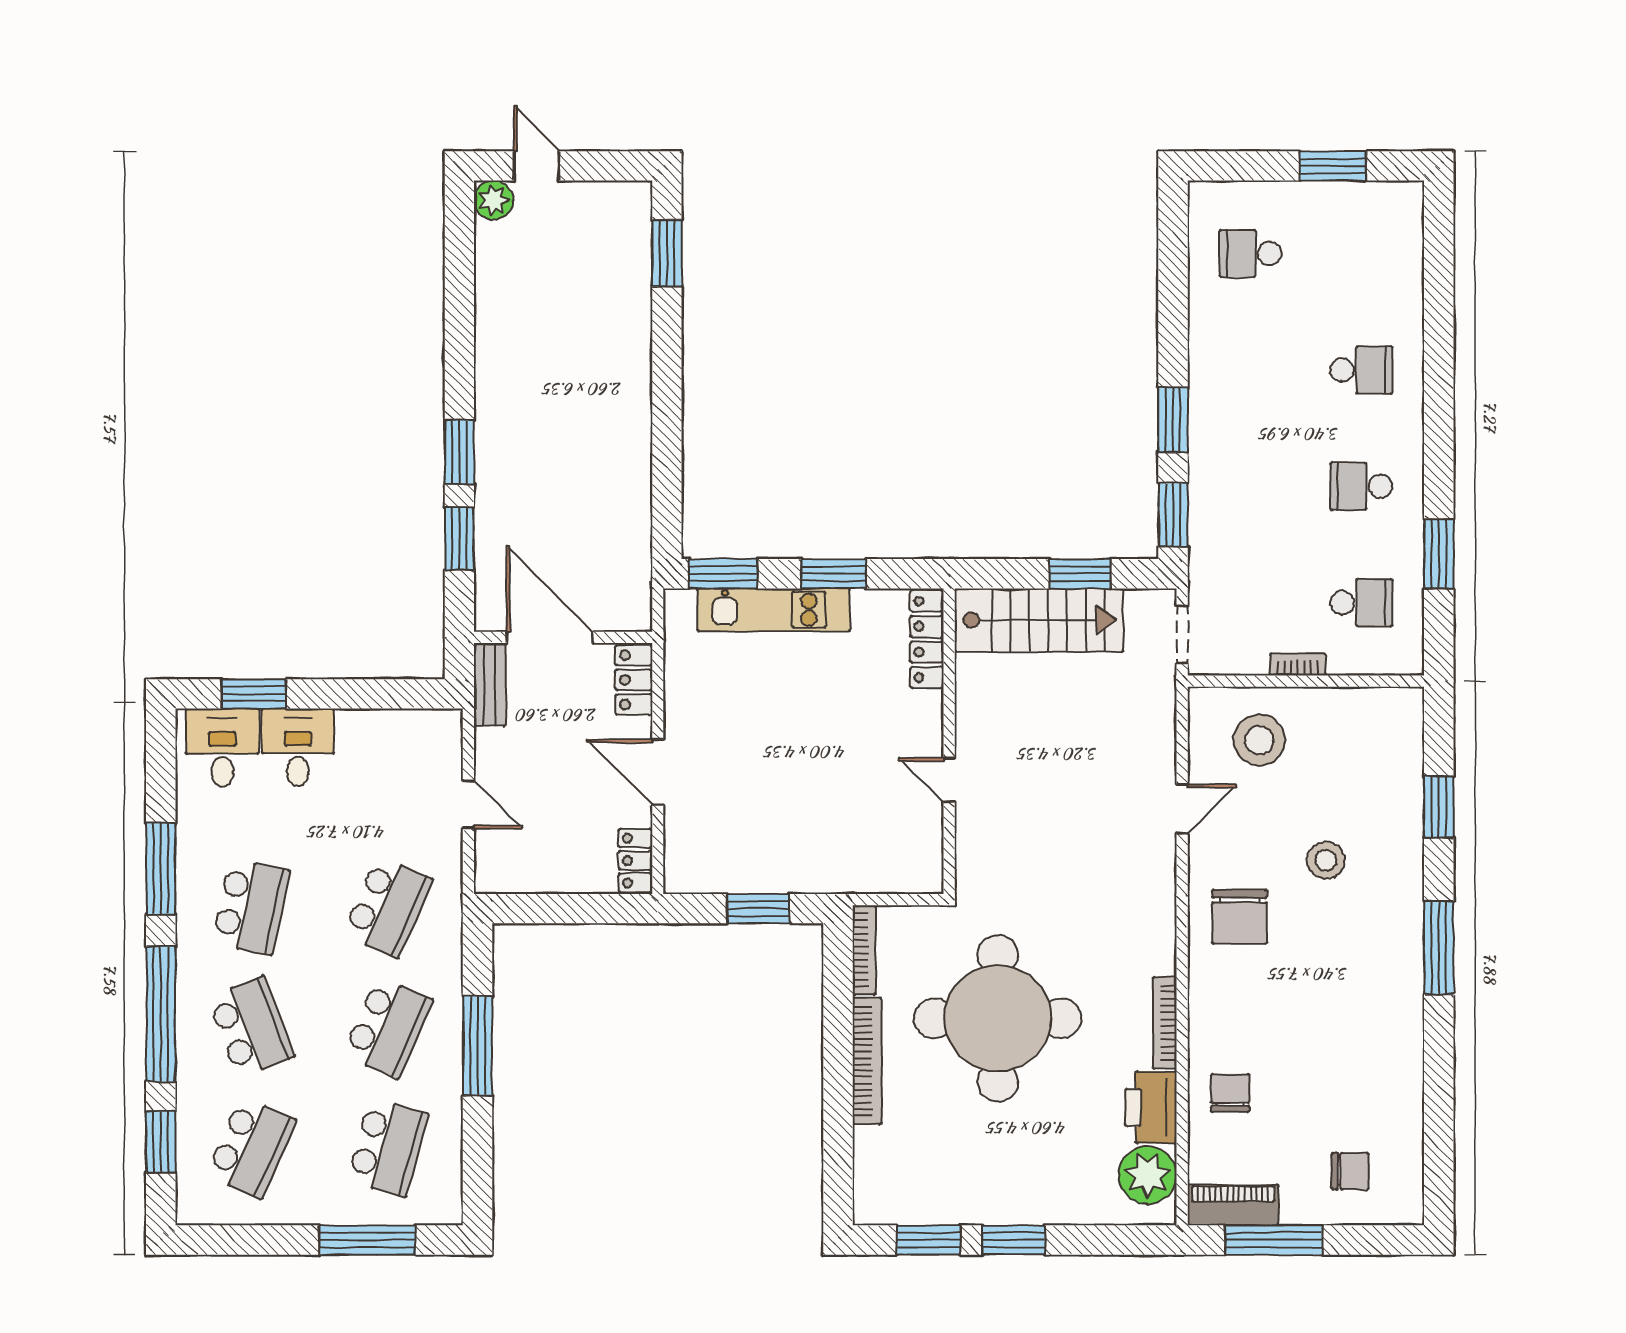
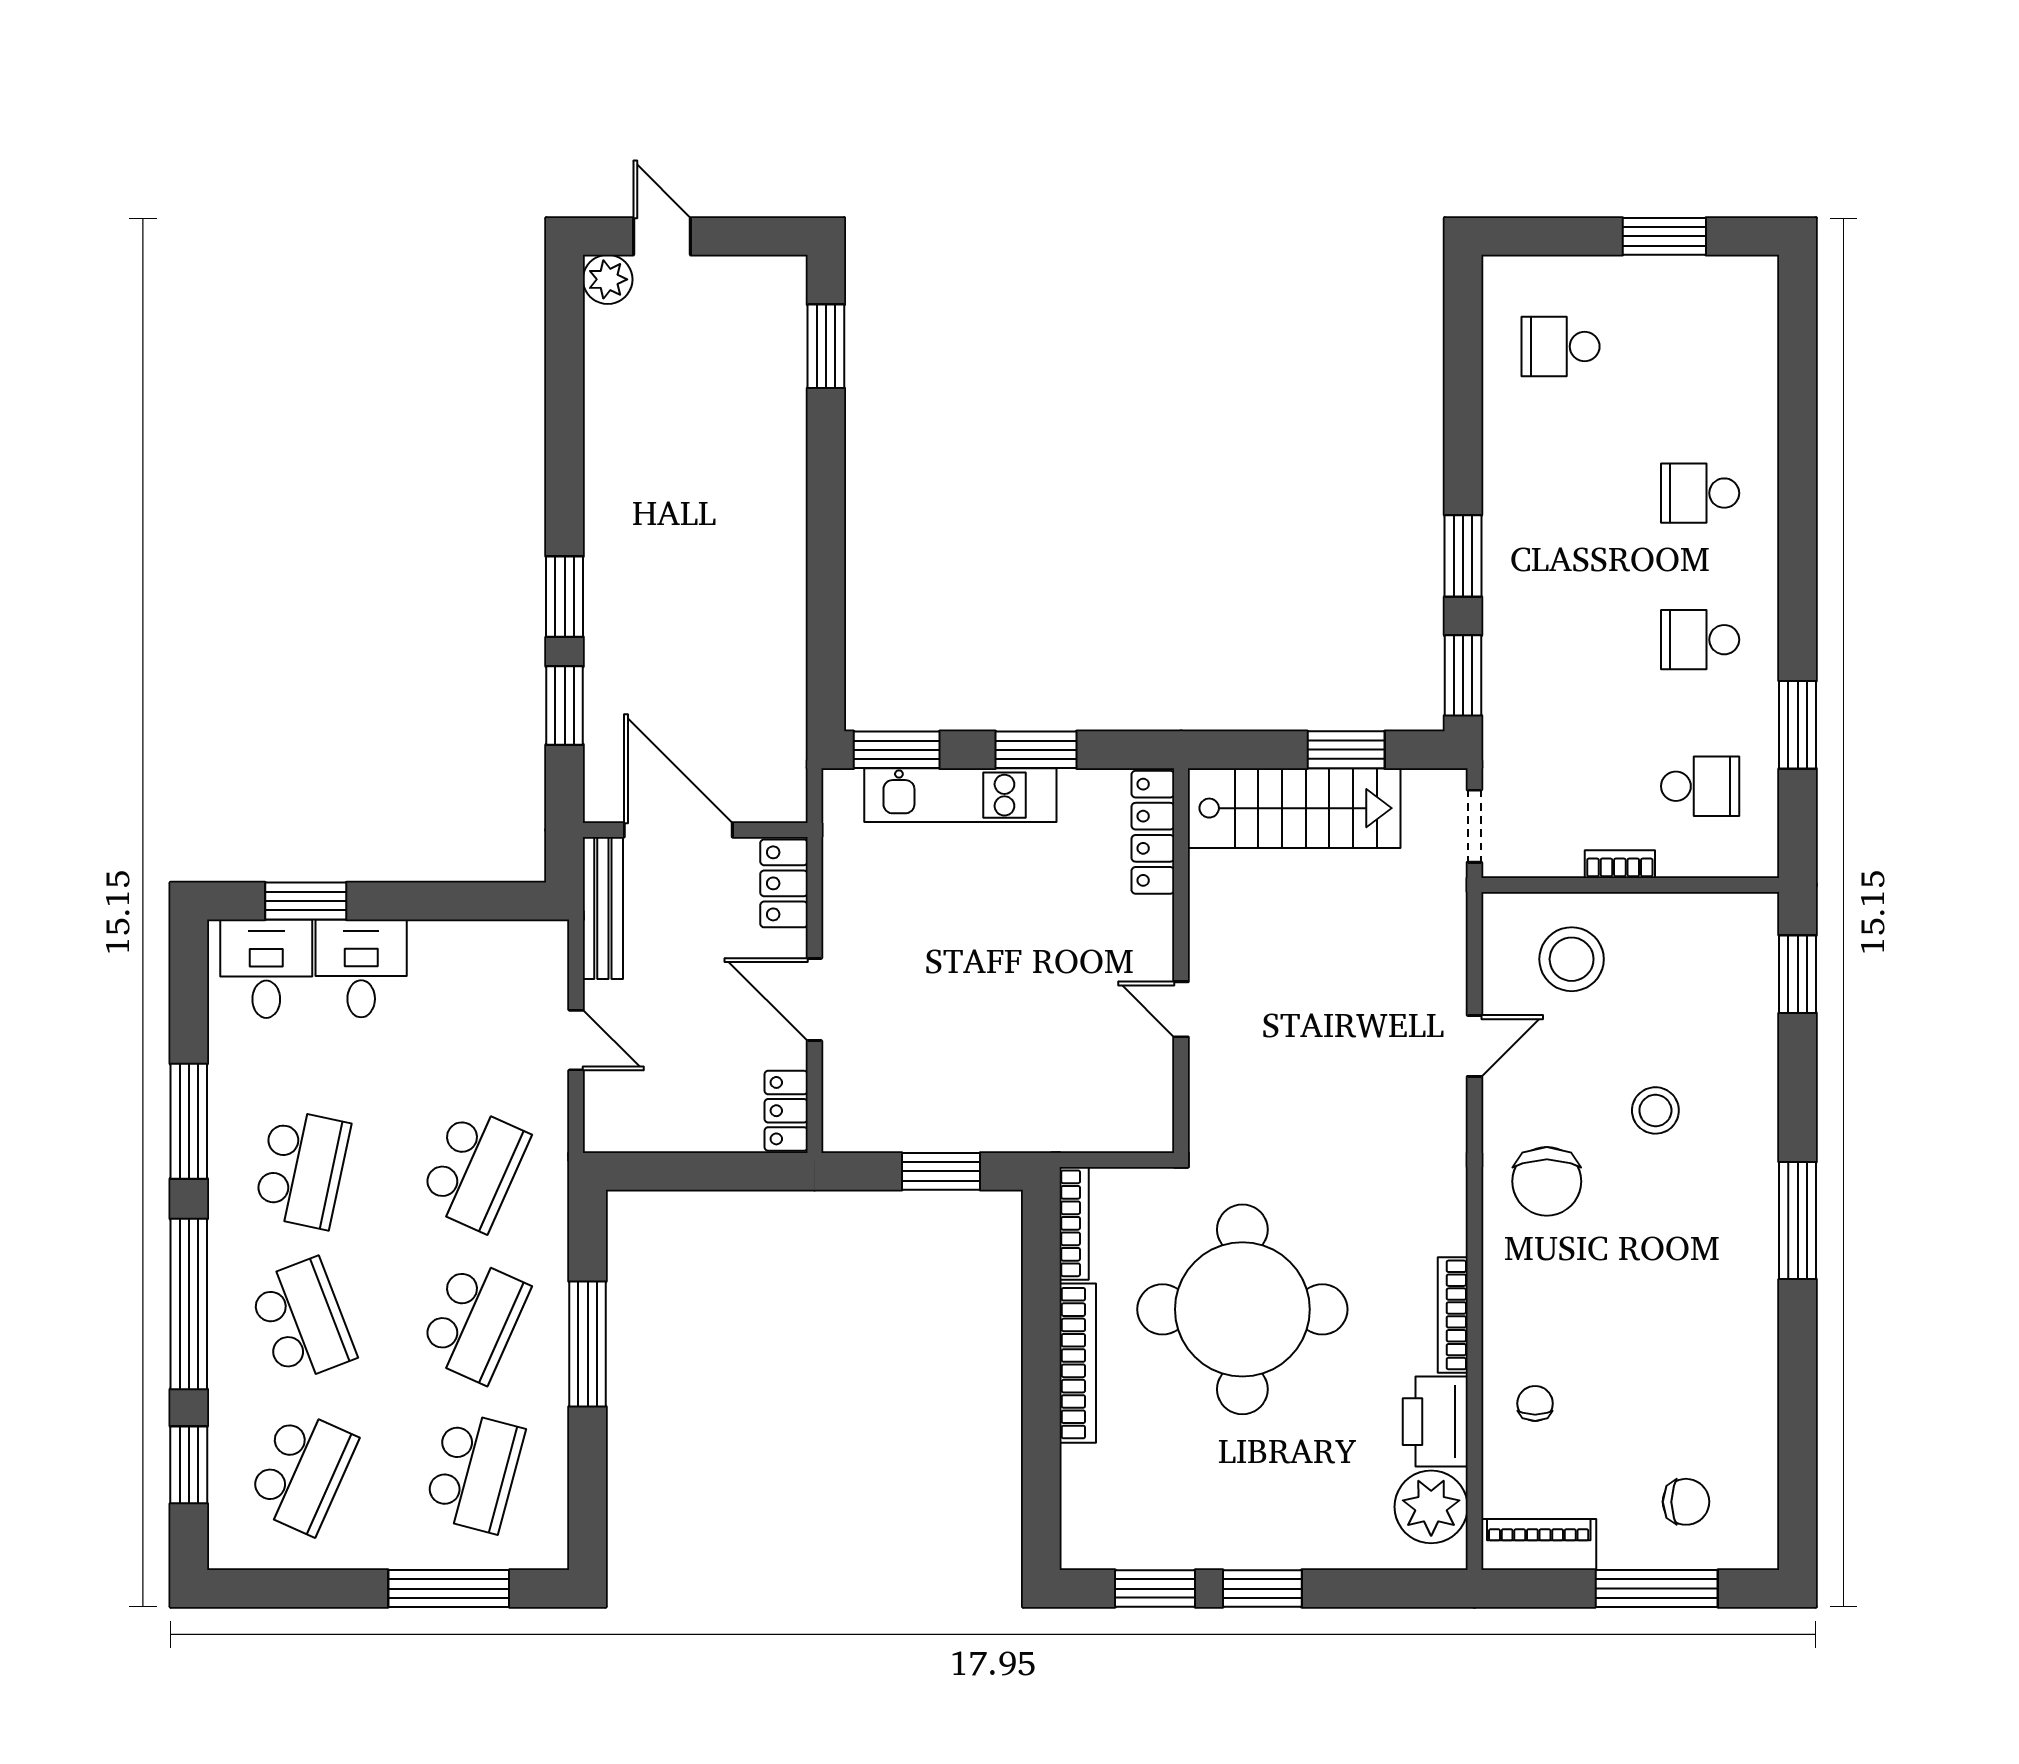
school desk: (1361, 370) -> (1700, 493), turned 180
bench: (490, 684) -> (603, 908), width x1.36
window: (1439, 807) -> (1798, 974), moved
chair: (1230, 1093) -> (1535, 1403), width x0.73, depth x0.73
window: (1274, 1240) -> (1657, 1589), moved

